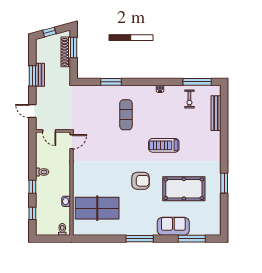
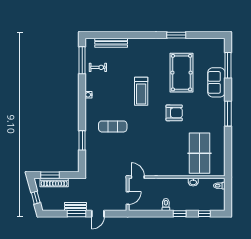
door: (32, 111) -> (98, 214), moved
armchair: (141, 181) -> (174, 113), turned 90

